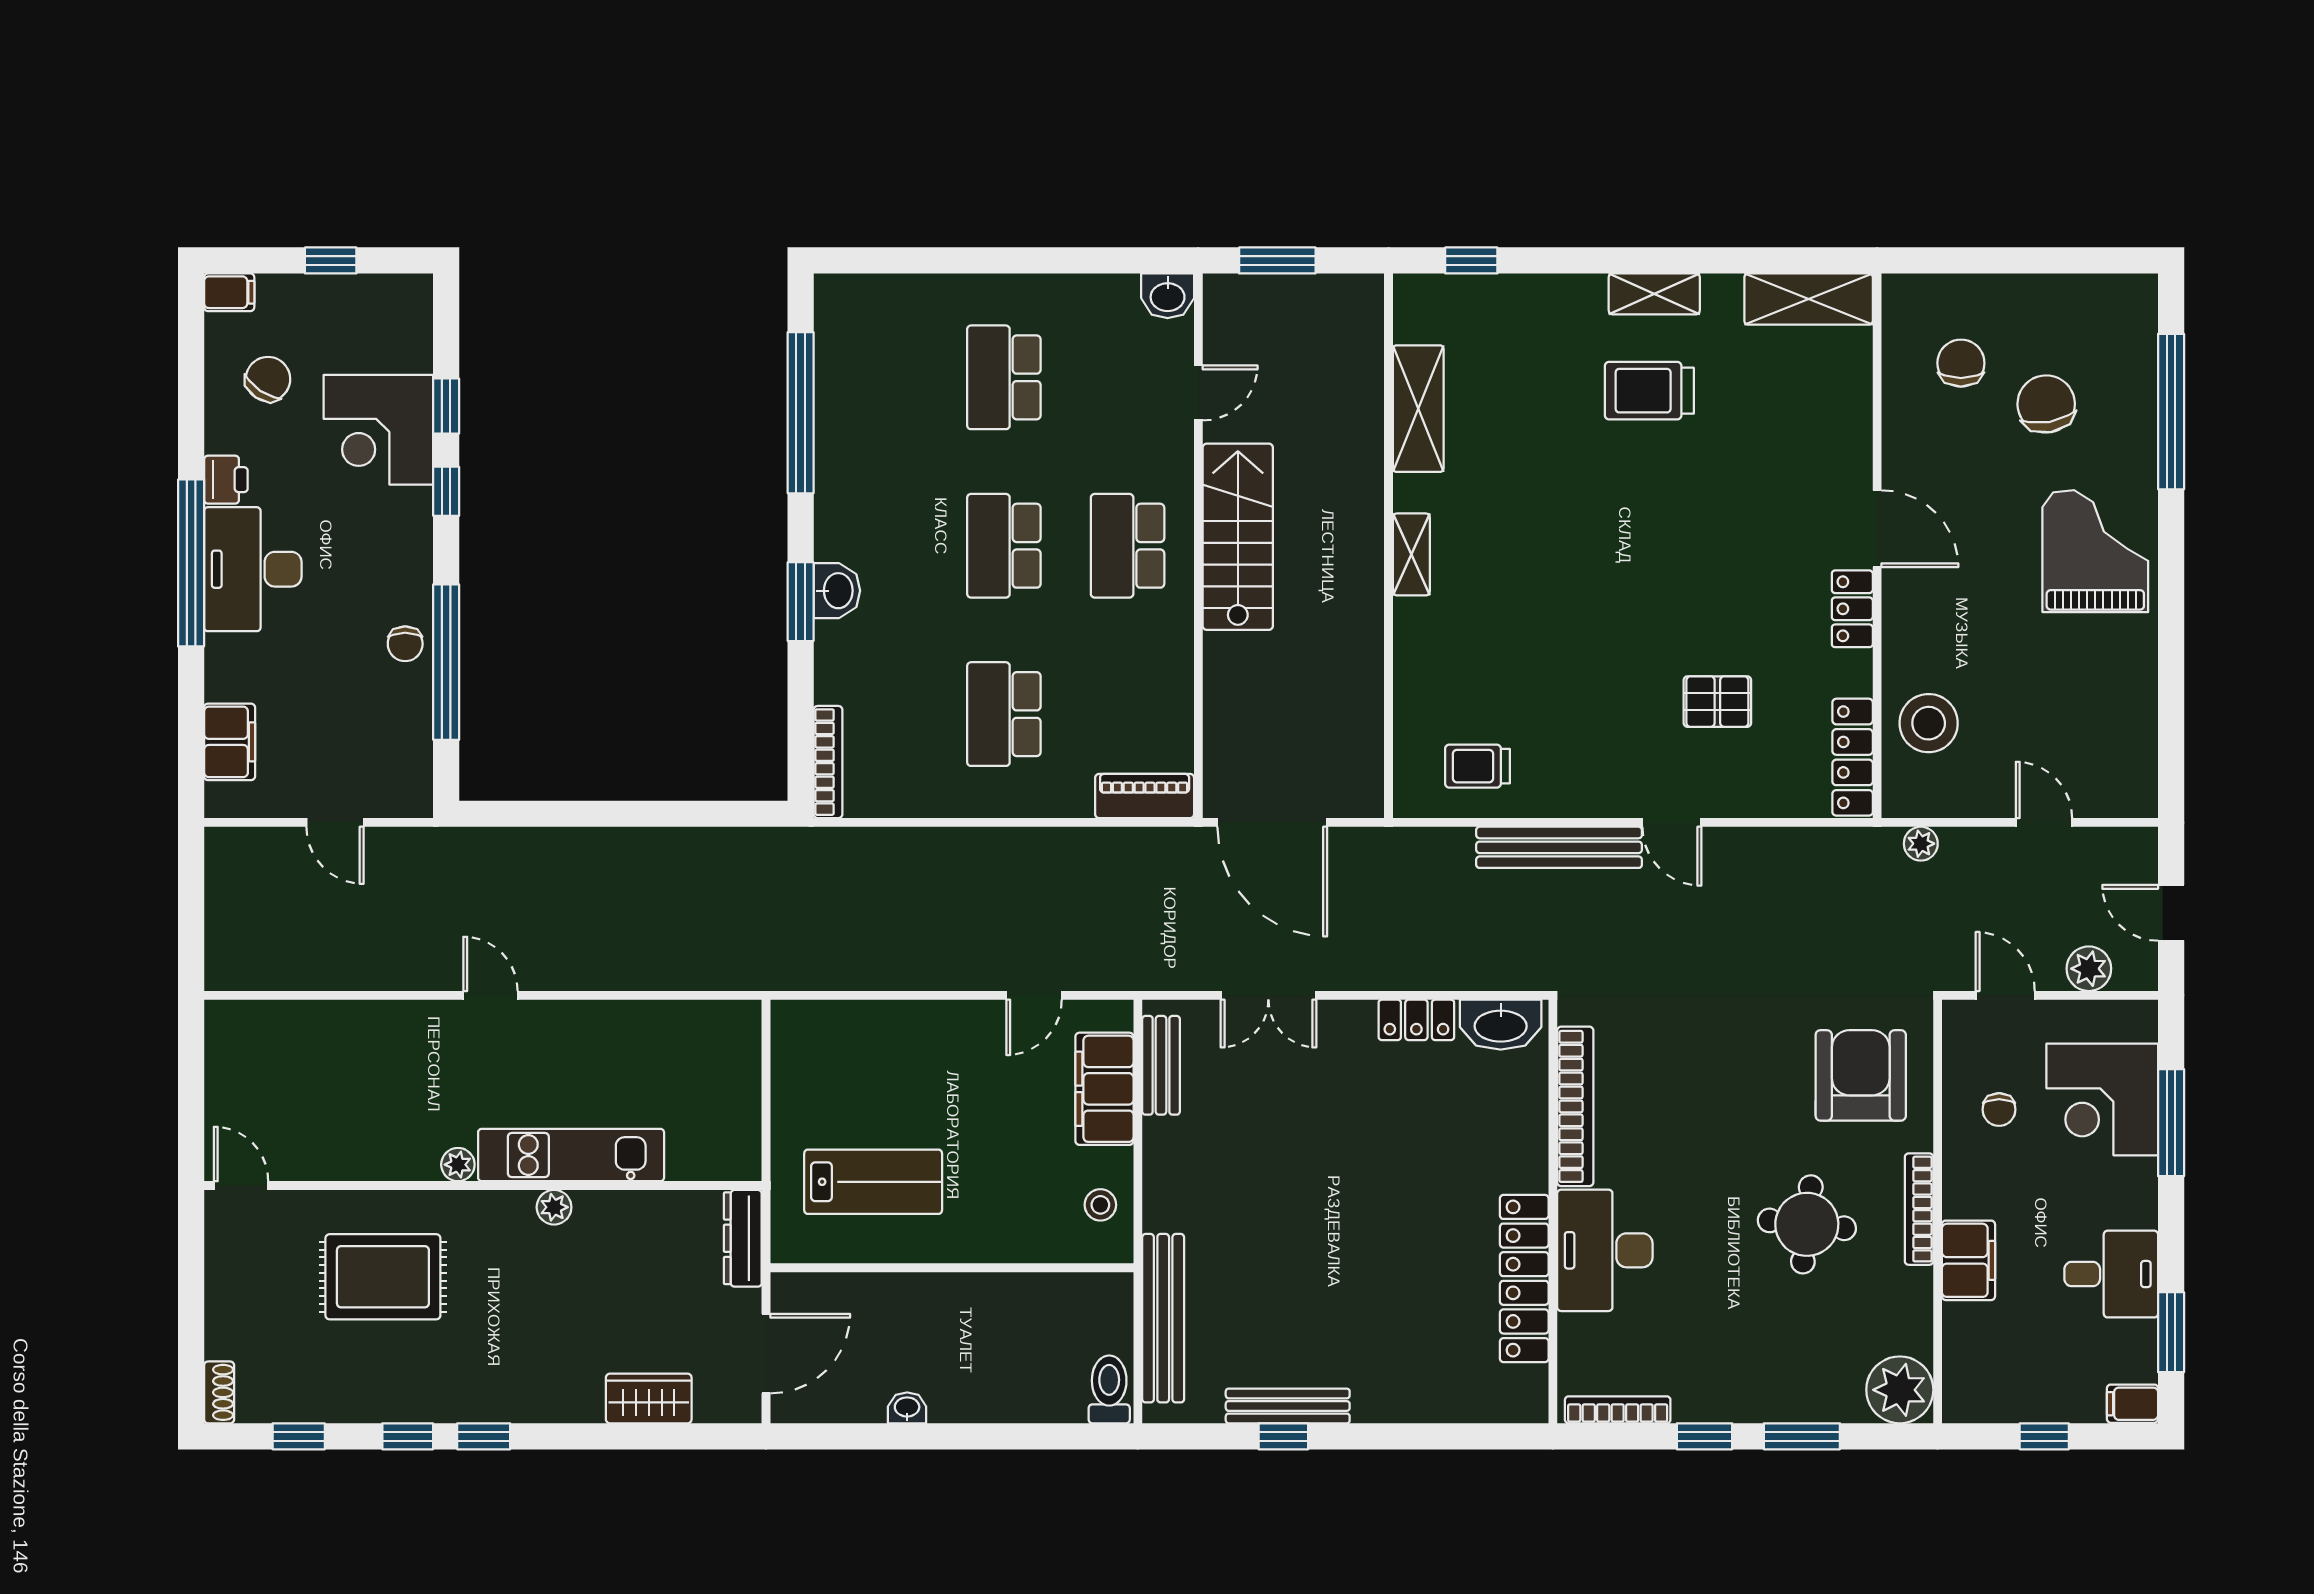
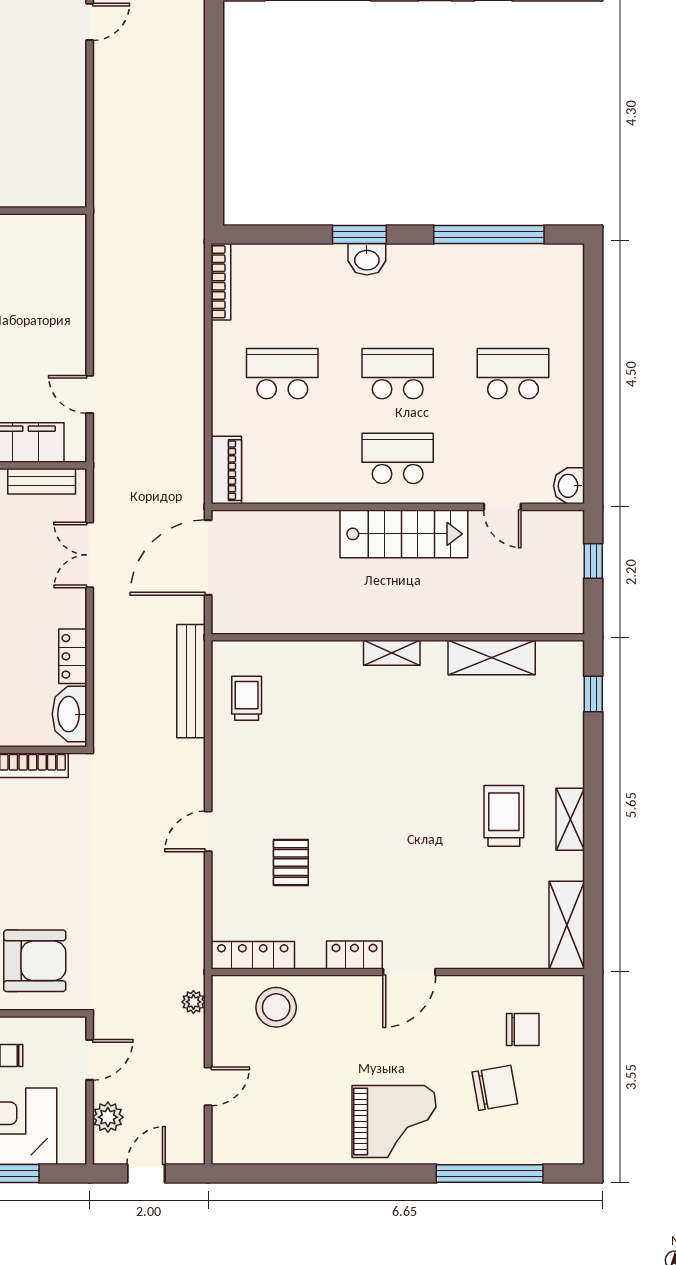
window: (1277, 260) -> (593, 561), width x0.67
bookcase: (828, 762) -> (221, 282), moved, turned -90
bench: (1559, 847) -> (191, 681), moved

